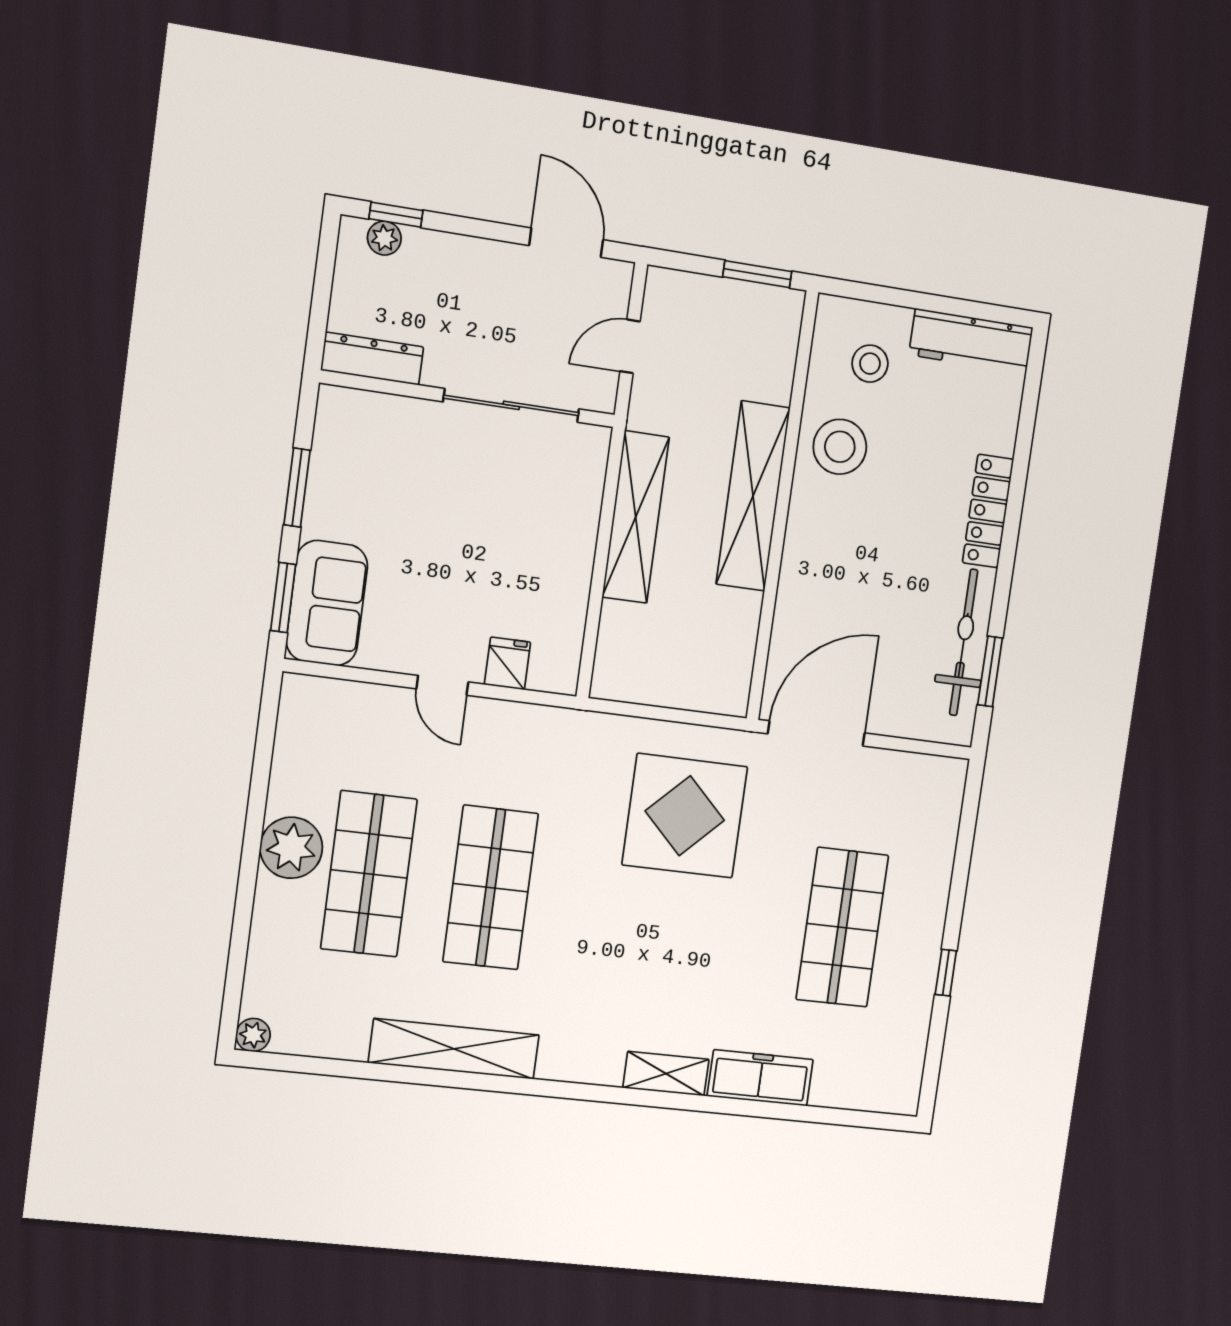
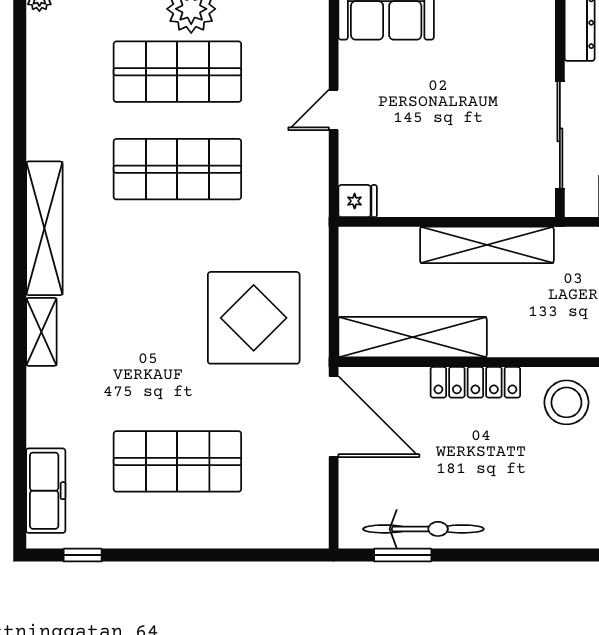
shelving: (753, 496) -> (413, 337), moved
locker: (988, 511) -> (475, 382), moved, turned 180
fridge: (507, 663) -> (358, 201), moved
window: (946, 973) -> (83, 555), moved
shelving: (454, 1049) -> (44, 228), moved
freezer: (760, 1078) -> (46, 491), moved

